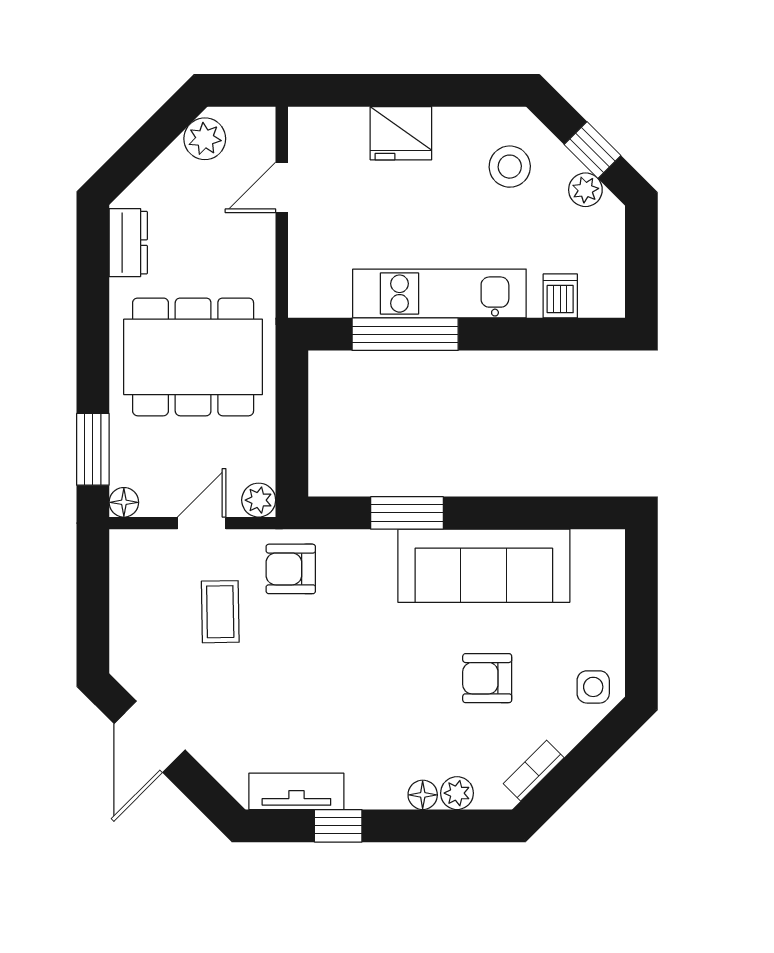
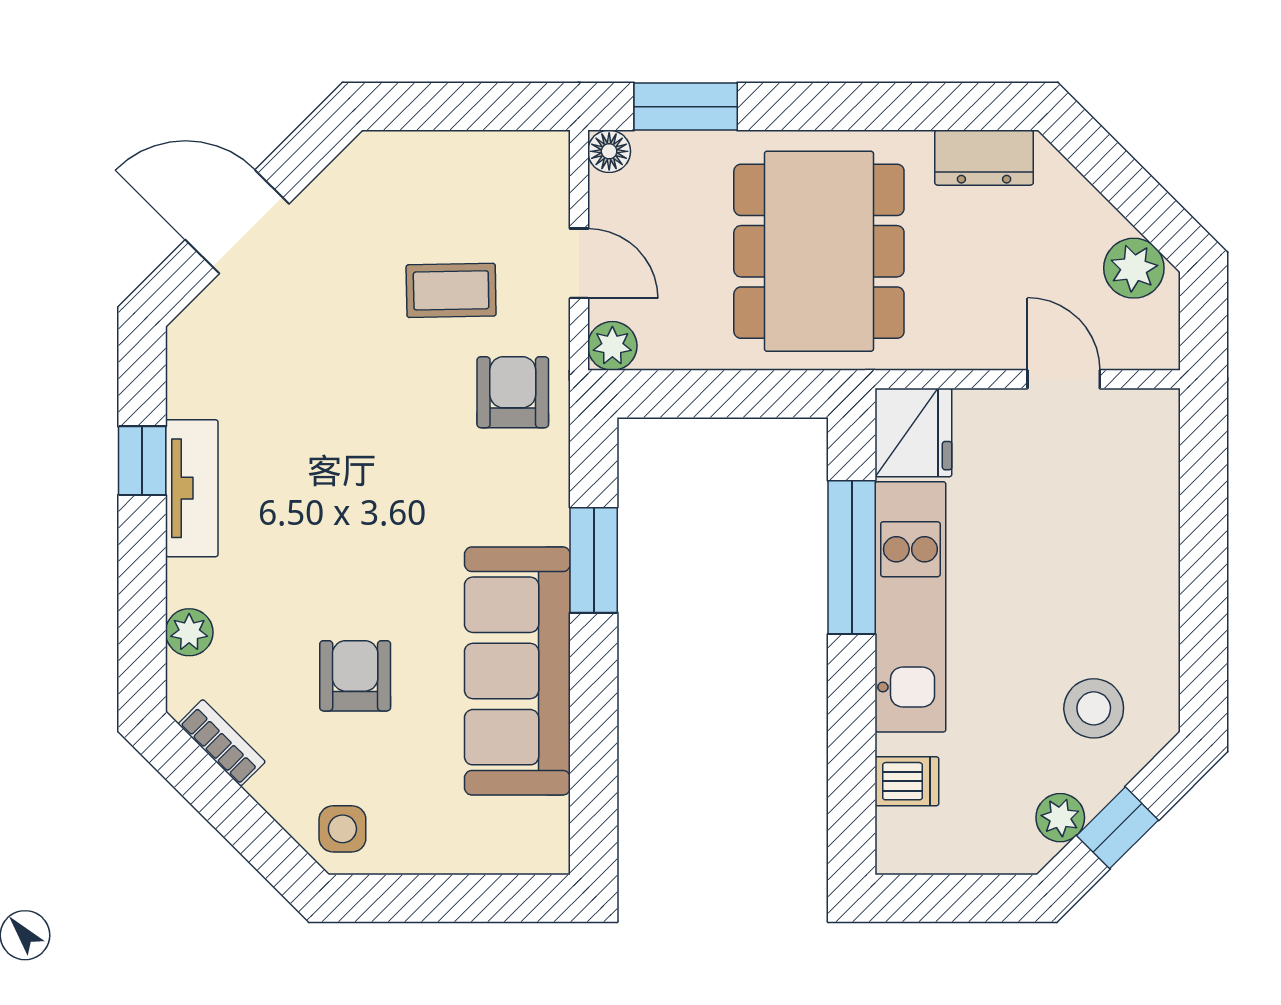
fridge: (401, 133) -> (913, 432), moved, turned 180
door: (150, 737) -> (237, 222), moved
tv unit: (296, 791) -> (192, 488), moved
floor lamp: (423, 795) -> (187, 583), removed

